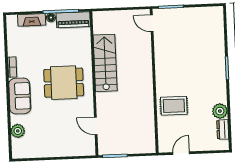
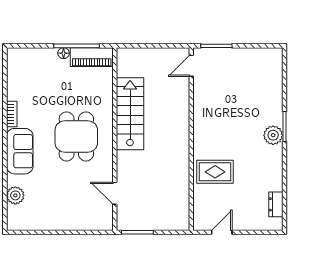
fireplace: (32, 20) -> (39, 55), removed
door: (152, 23) -> (191, 66), hinge flipped
dining table: (64, 83) -> (76, 136), turned 90
plant: (220, 111) -> (273, 135), moved

